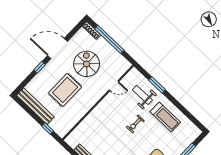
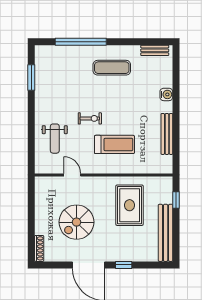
window: (109, 39) -> (31, 223), removed
window: (157, 85) -> (31, 77), moved
rug: (65, 90) -> (130, 205), moved, turned 90
treadmill: (165, 117) -> (114, 144), moved, turned 90

